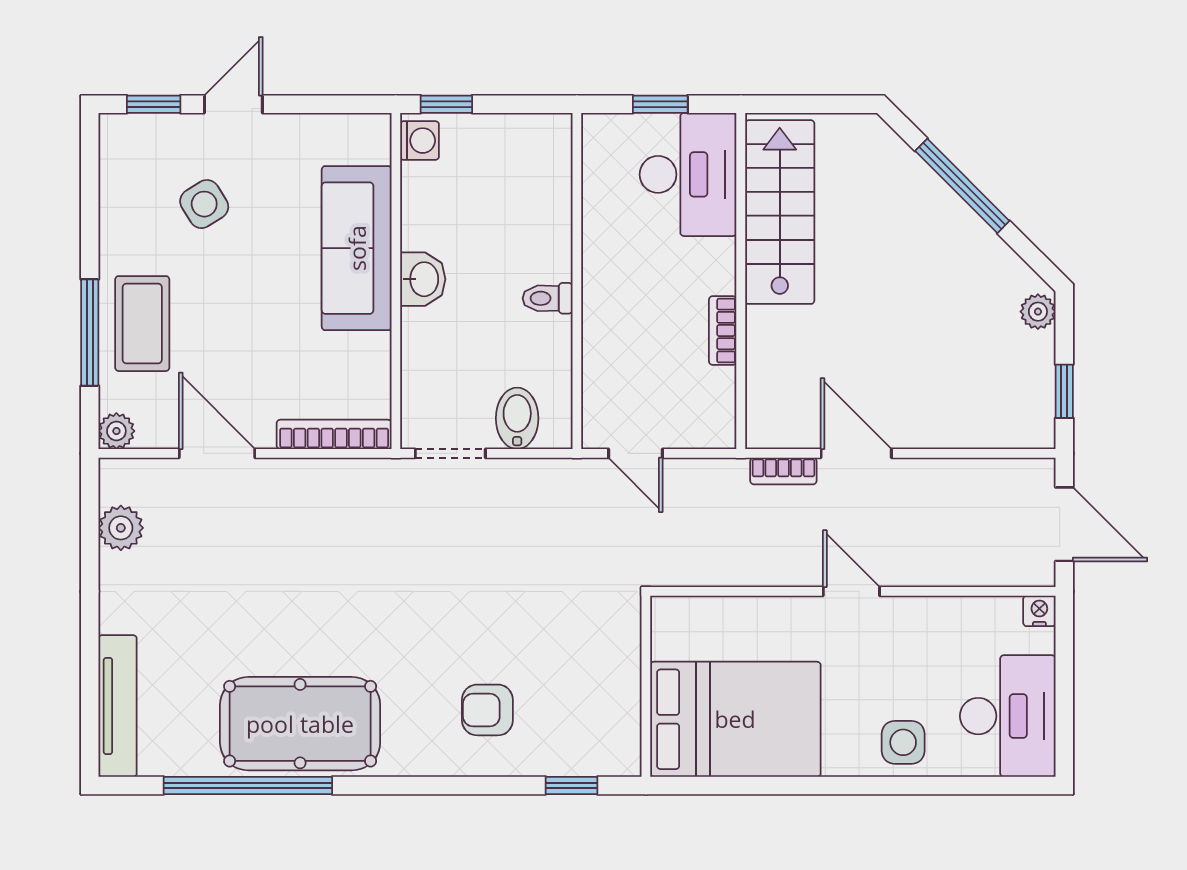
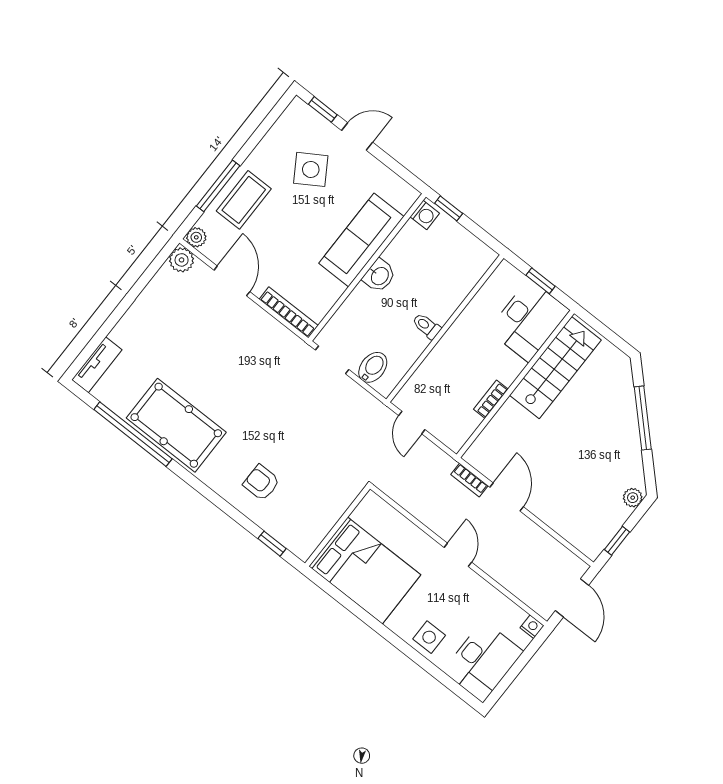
side table: (204, 204) -> (311, 169), width x1.37, depth x1.37
plant: (121, 528) -> (182, 260), moved
tv unit: (118, 706) -> (97, 365), width x0.71

